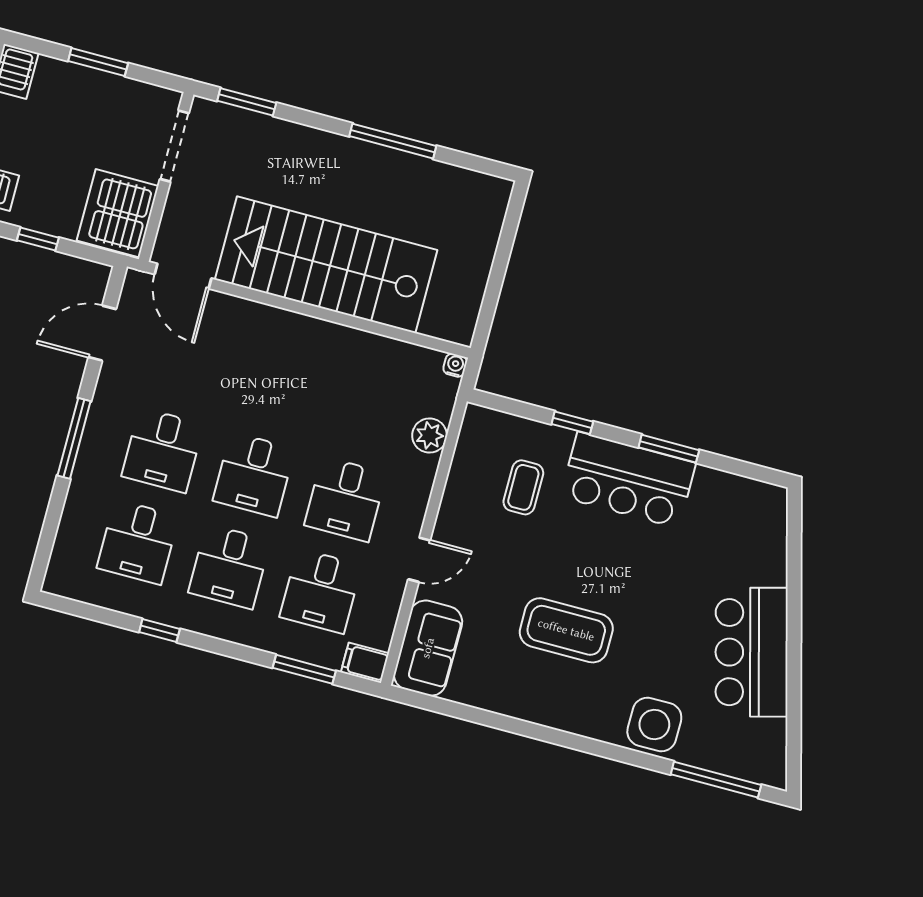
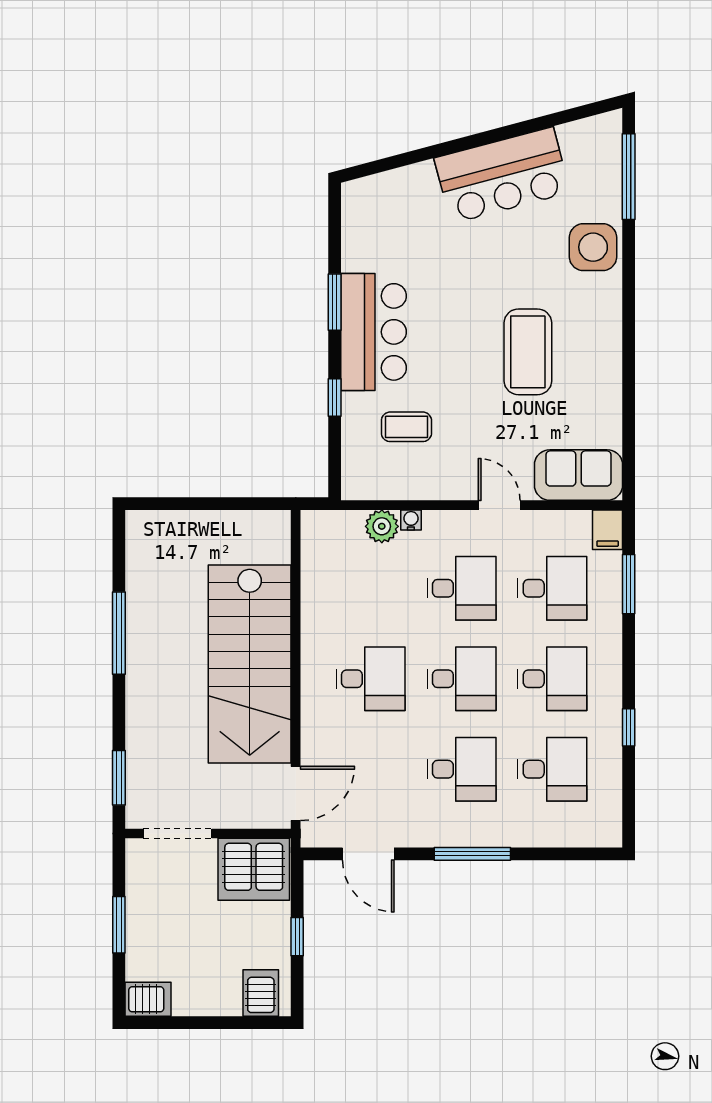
water cooler: (455, 365) -> (411, 520), moved, turned 90
desk: (279, 383) -> (370, 679), added

